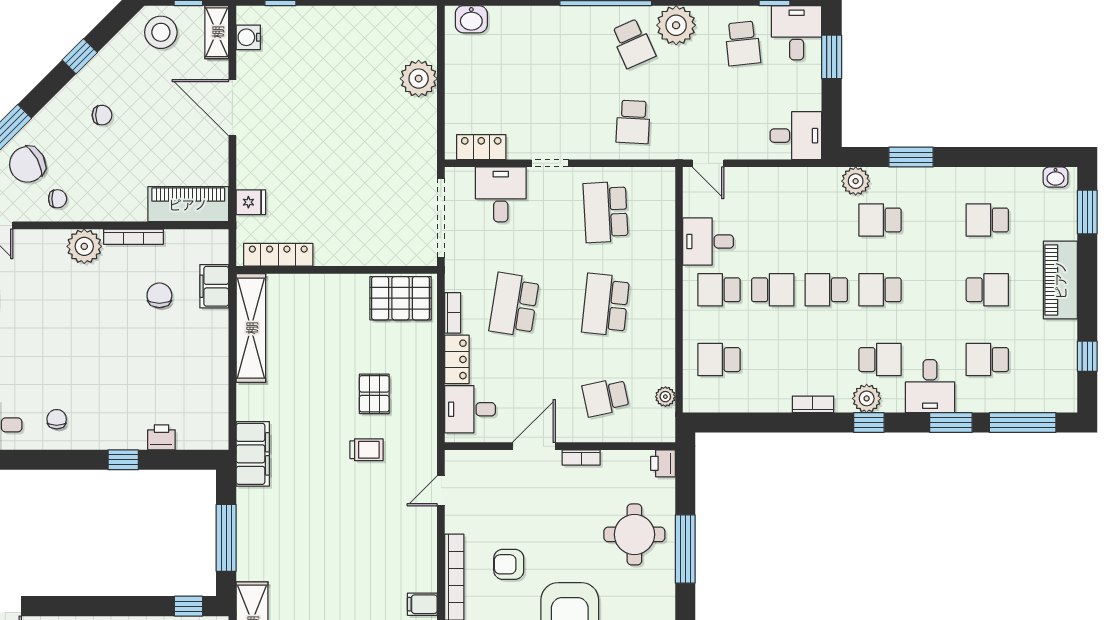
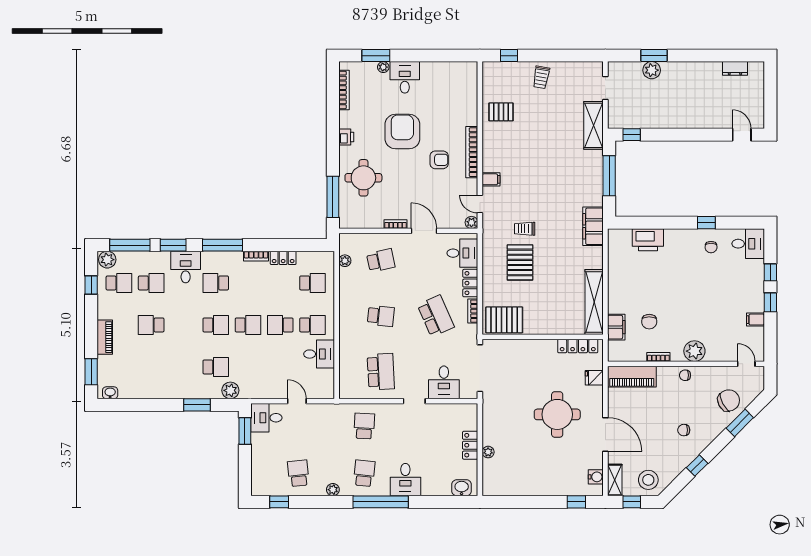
plant: (676, 25) -> (333, 490), width x0.53, depth x0.53
desk: (797, 33) -> (405, 480), moved
school desk: (633, 43) -> (364, 473), turned 30
window: (832, 57) -> (245, 431), moved
plant: (419, 79) -> (488, 452), width x0.53, depth x0.53
round table: (312, 141) -> (557, 414), added
locker: (481, 147) -> (470, 445), moved, turned 90
door: (708, 163) -> (297, 401), moved
chair: (58, 199) -> (685, 375), moved
school desk: (987, 220) -> (119, 283), moved
bookcase: (133, 237) -> (658, 357), width x0.64
piano: (1060, 280) -> (105, 337), width x0.73, depth x0.75
school desk: (514, 305) -> (436, 316), turned -33
school desk: (606, 305) -> (381, 316), width x0.54
pallet: (374, 394) -> (520, 262), width x1.50, depth x1.42
plant: (867, 398) -> (107, 260), moved
locker: (768, 401) -> (283, 258), added
window: (869, 423) -> (222, 245), width x2.17
printer: (161, 437) -> (648, 240), width x1.87, depth x1.48
door: (534, 446) -> (424, 231), swing flipped
window: (123, 460) -> (706, 223), moved
plant: (455, 460) -> (471, 222), added
printer: (663, 463) -> (346, 137), moved
door: (441, 491) -> (480, 204), swing flipped
window: (685, 549) -> (333, 197), moved
filing cabinet: (422, 604) -> (491, 179), moved

